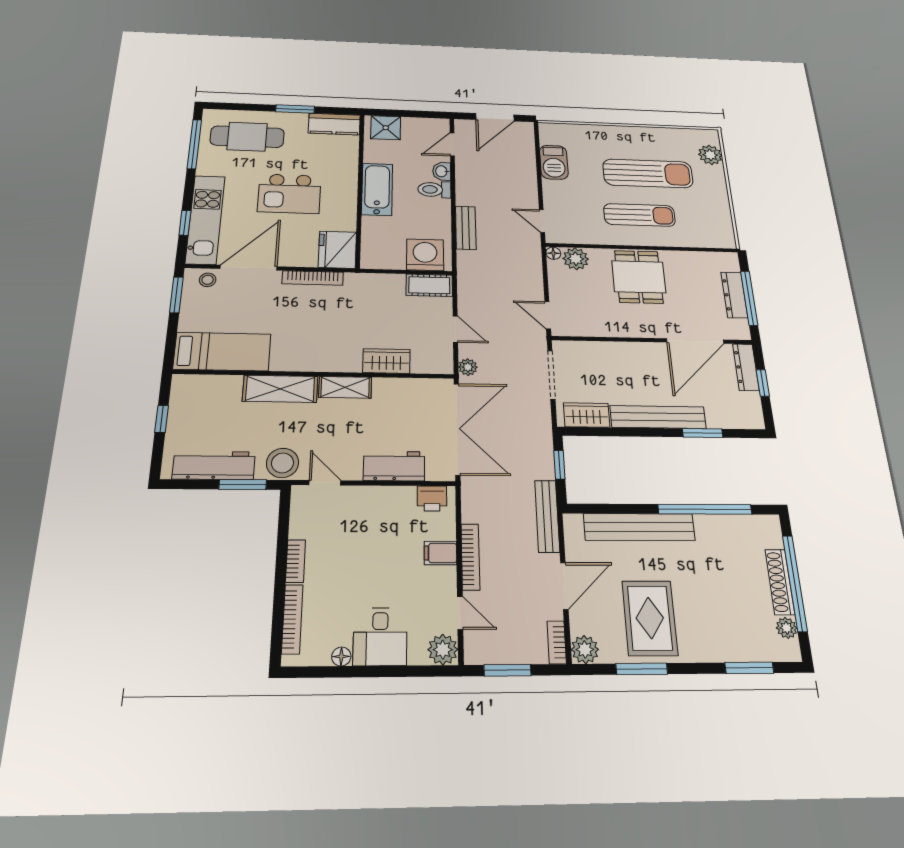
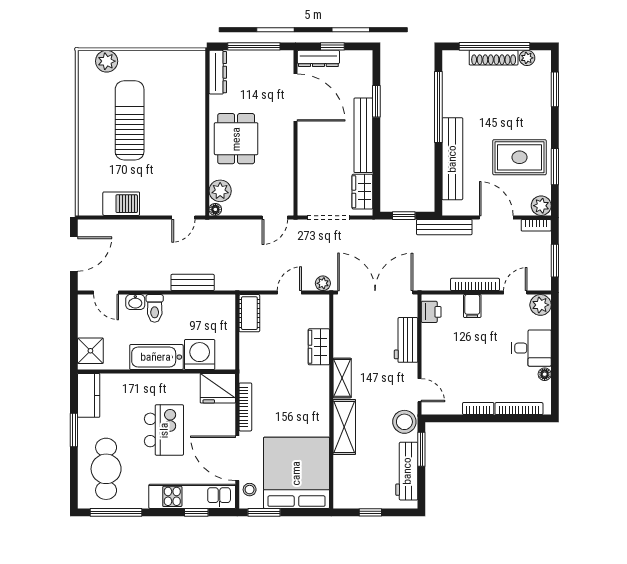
door: (495, 117) -> (74, 254), hinge flipped
sun lounger: (639, 215) -> (174, 132), removed
washing machine: (425, 255) -> (200, 354), moved, turned 90
dining table: (639, 277) -> (236, 139), turned 90
dresser: (734, 295) -> (218, 72), moved, turned -90
bed: (222, 351) -> (296, 473), width x2.04
door: (325, 483) -> (420, 390), swing flipped

